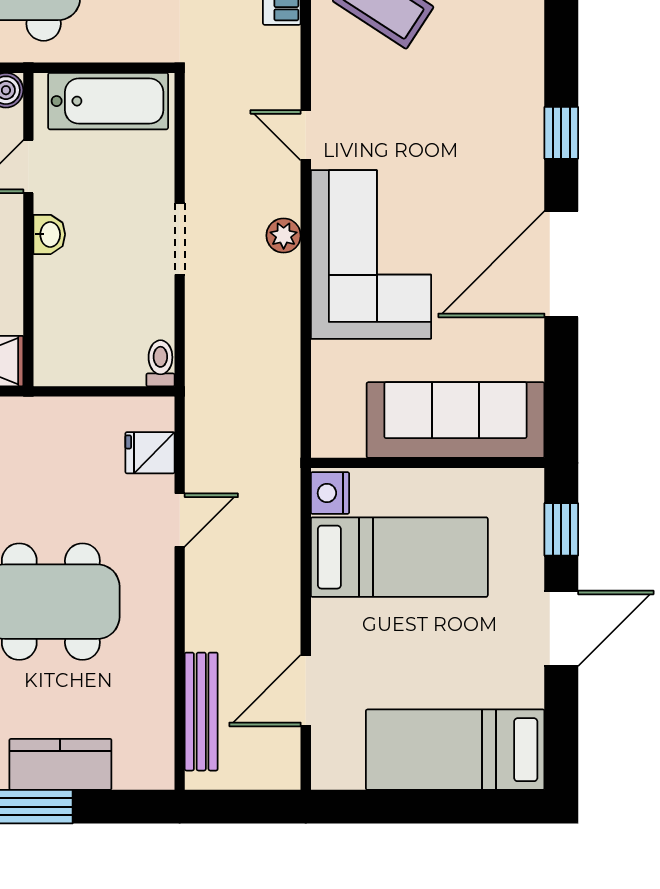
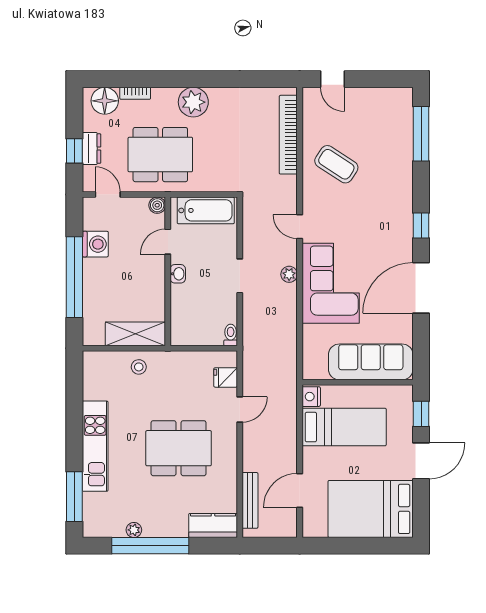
bed: (455, 750) -> (371, 509), width x1.50
kitchen counter: (60, 764) -> (213, 525), moved

